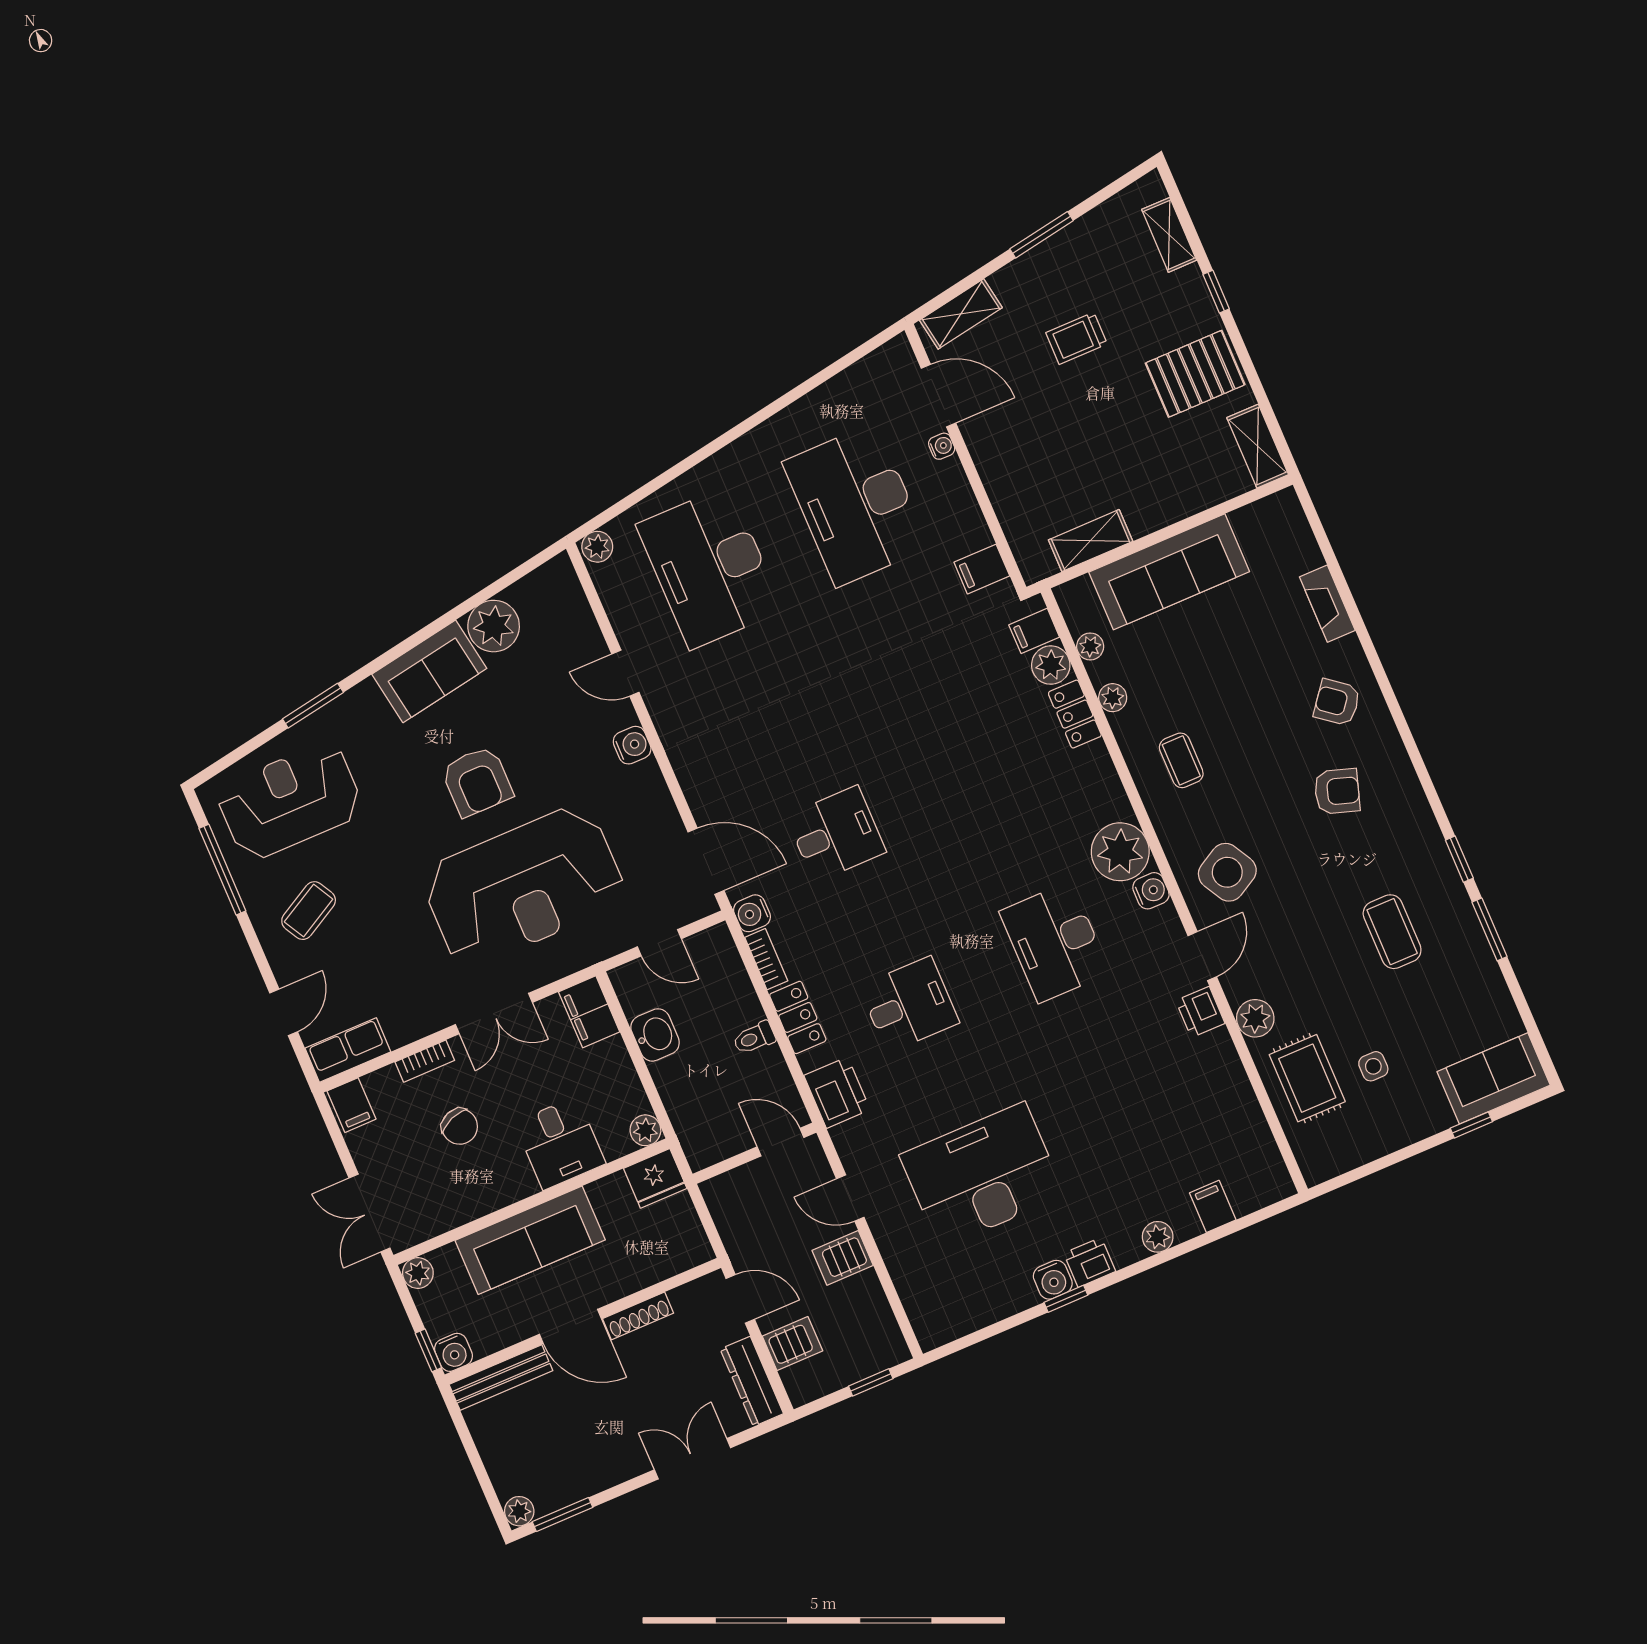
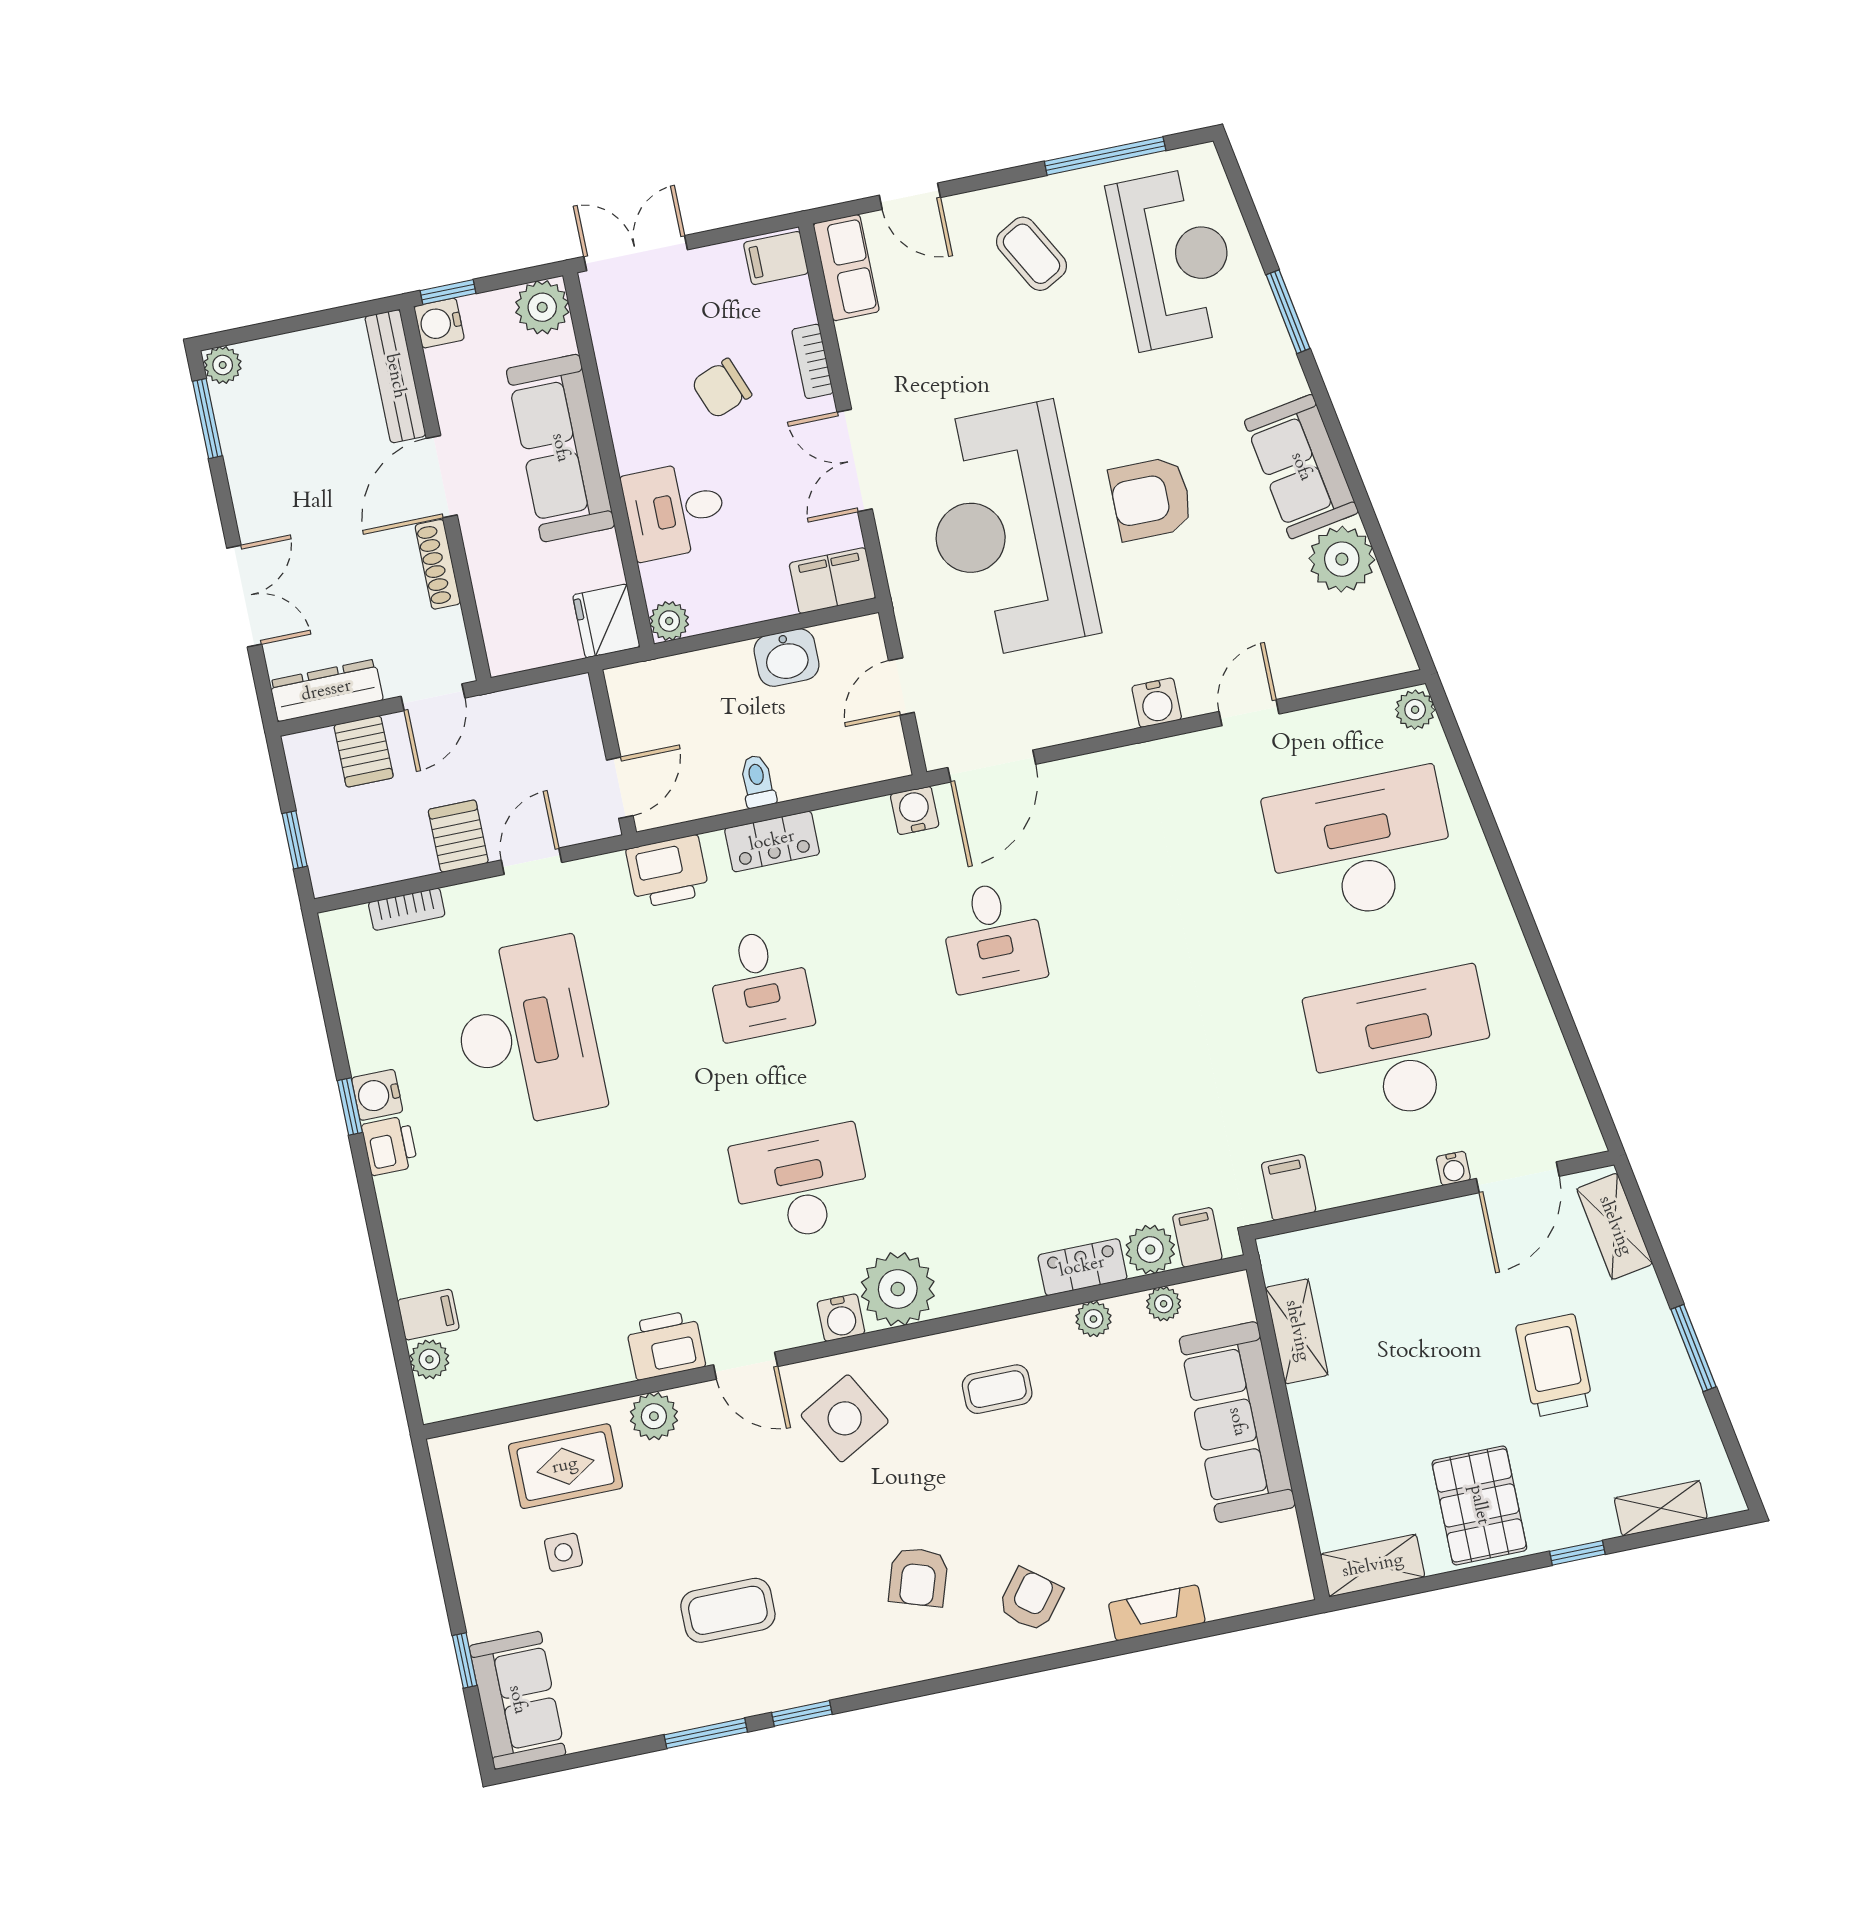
trolley: (1077, 338) -> (1554, 1365), width x1.36, depth x1.39
bookcase: (766, 959) -> (407, 909), moved
printer: (1200, 1012) -> (666, 1345), width x1.36, depth x1.24
plant: (1158, 1237) -> (429, 1359), moved
plant: (418, 1273) -> (542, 307), width x1.38, depth x1.38

